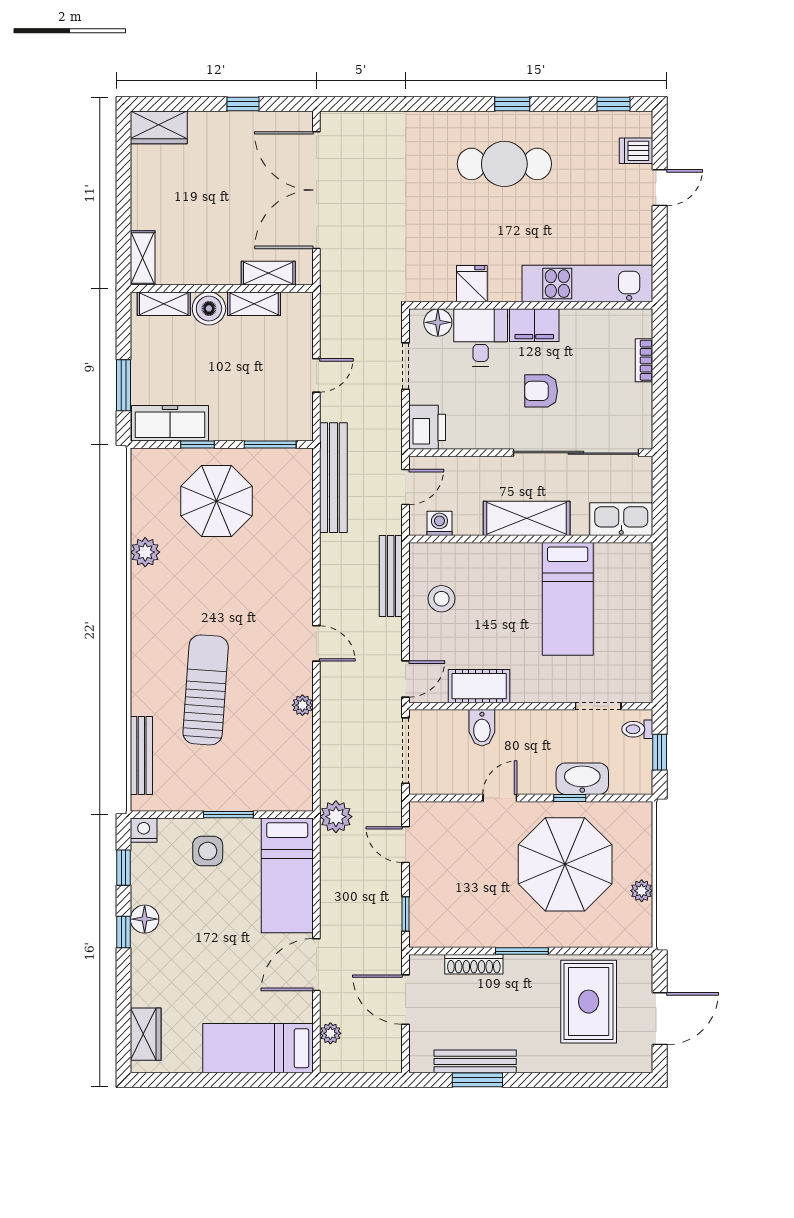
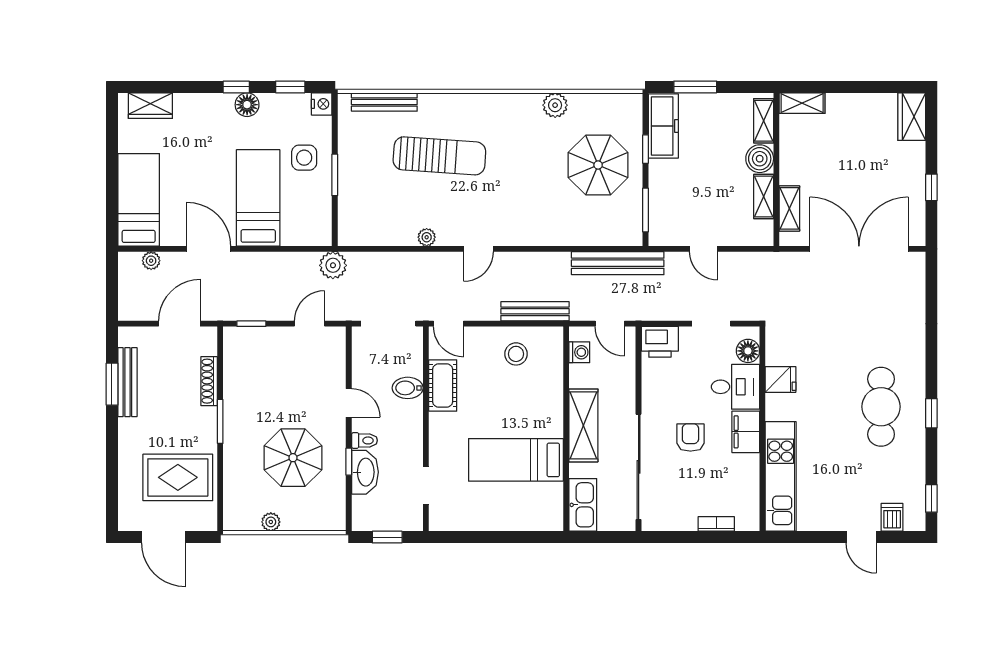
toilet: (637, 729) -> (364, 440), moved, turned 90
parasol: (565, 864) -> (293, 458), width x0.73, depth x0.73
bed: (287, 875) -> (258, 198), moved, turned 90

